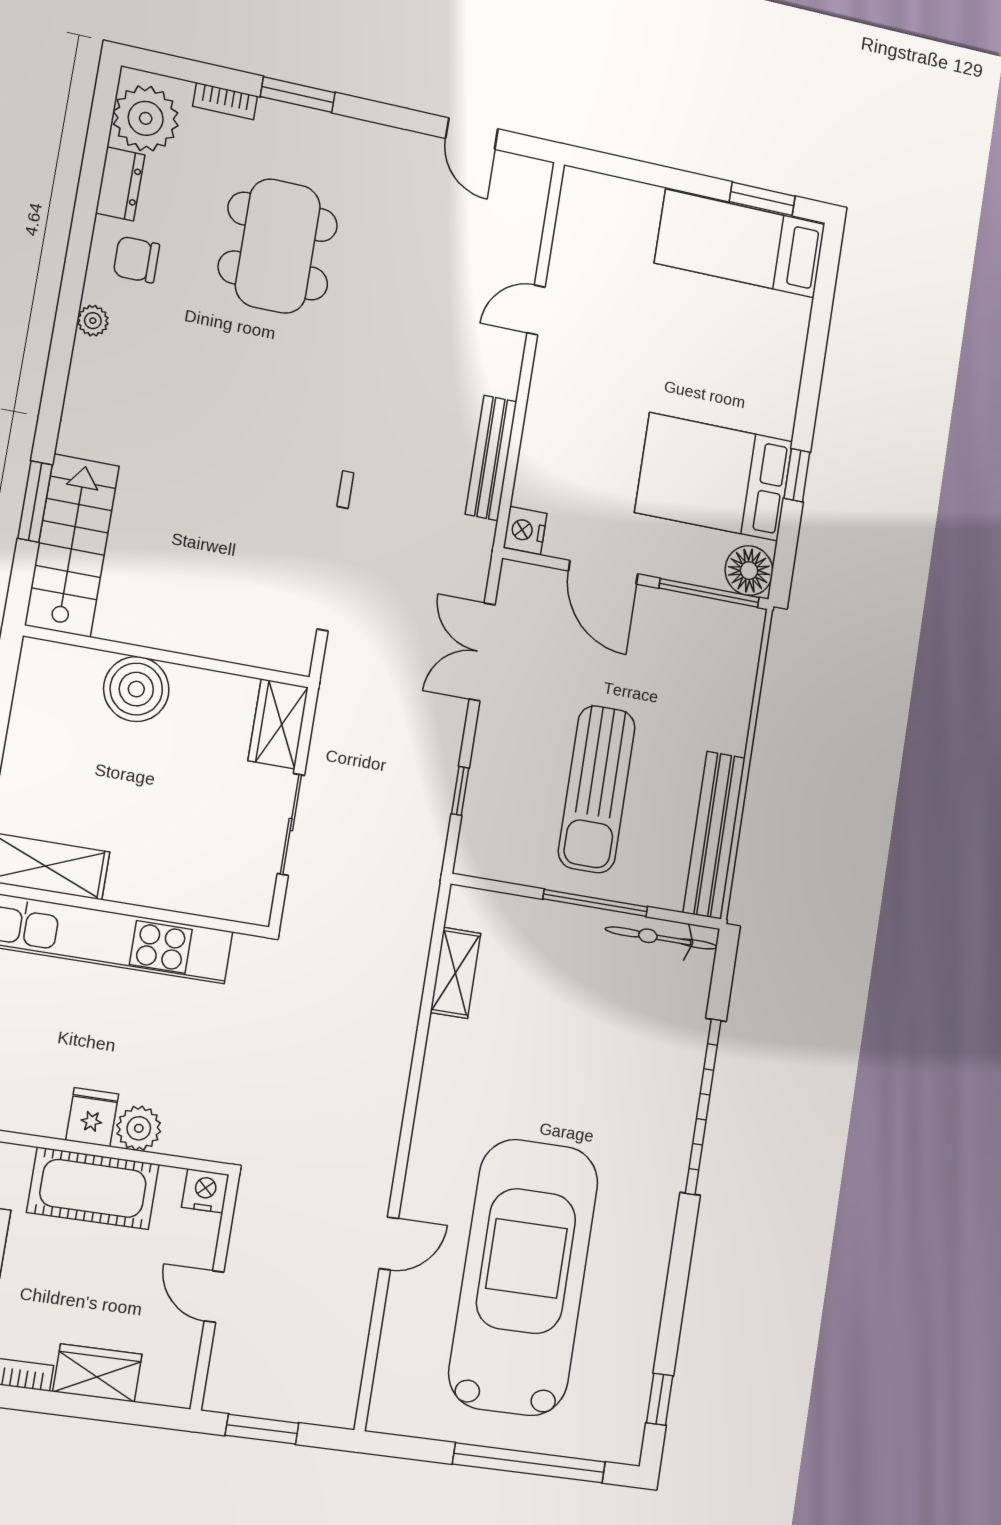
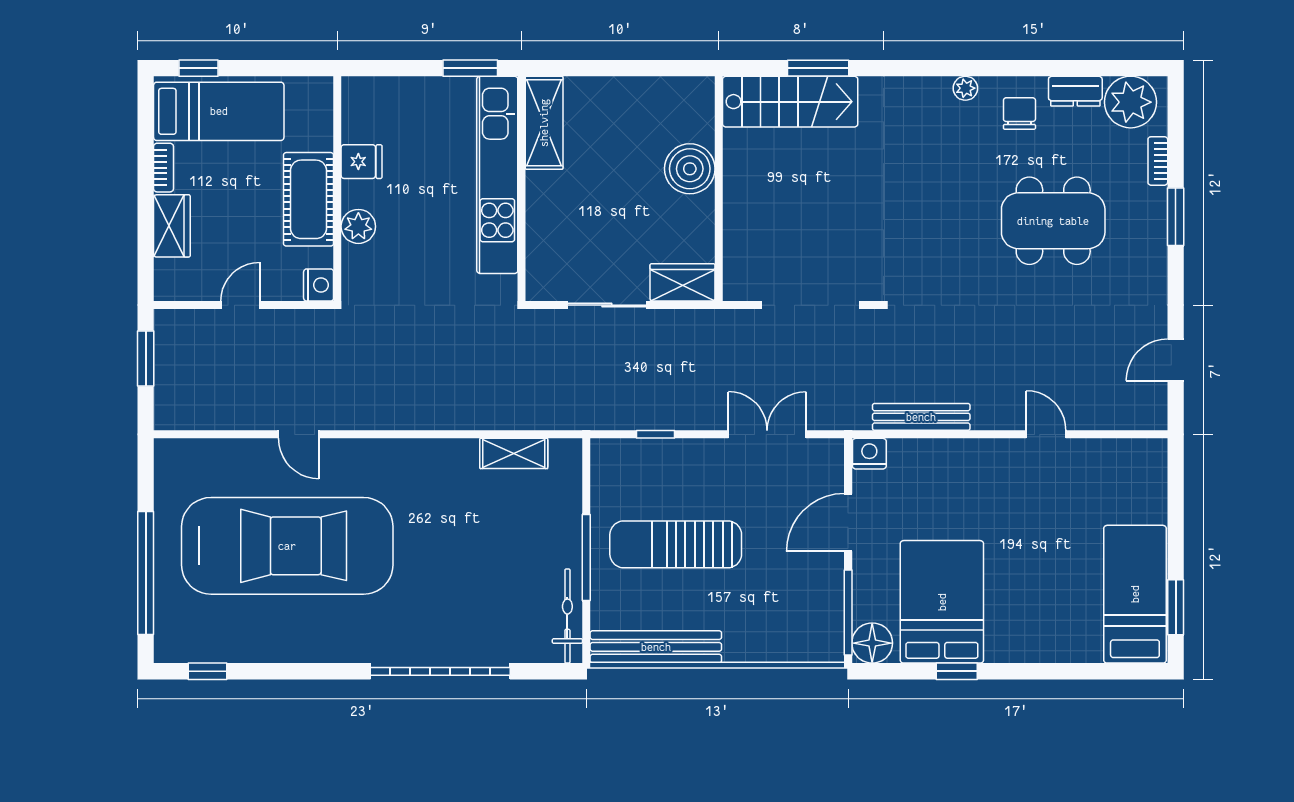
fridge: (92, 1117) -> (362, 162), moved

